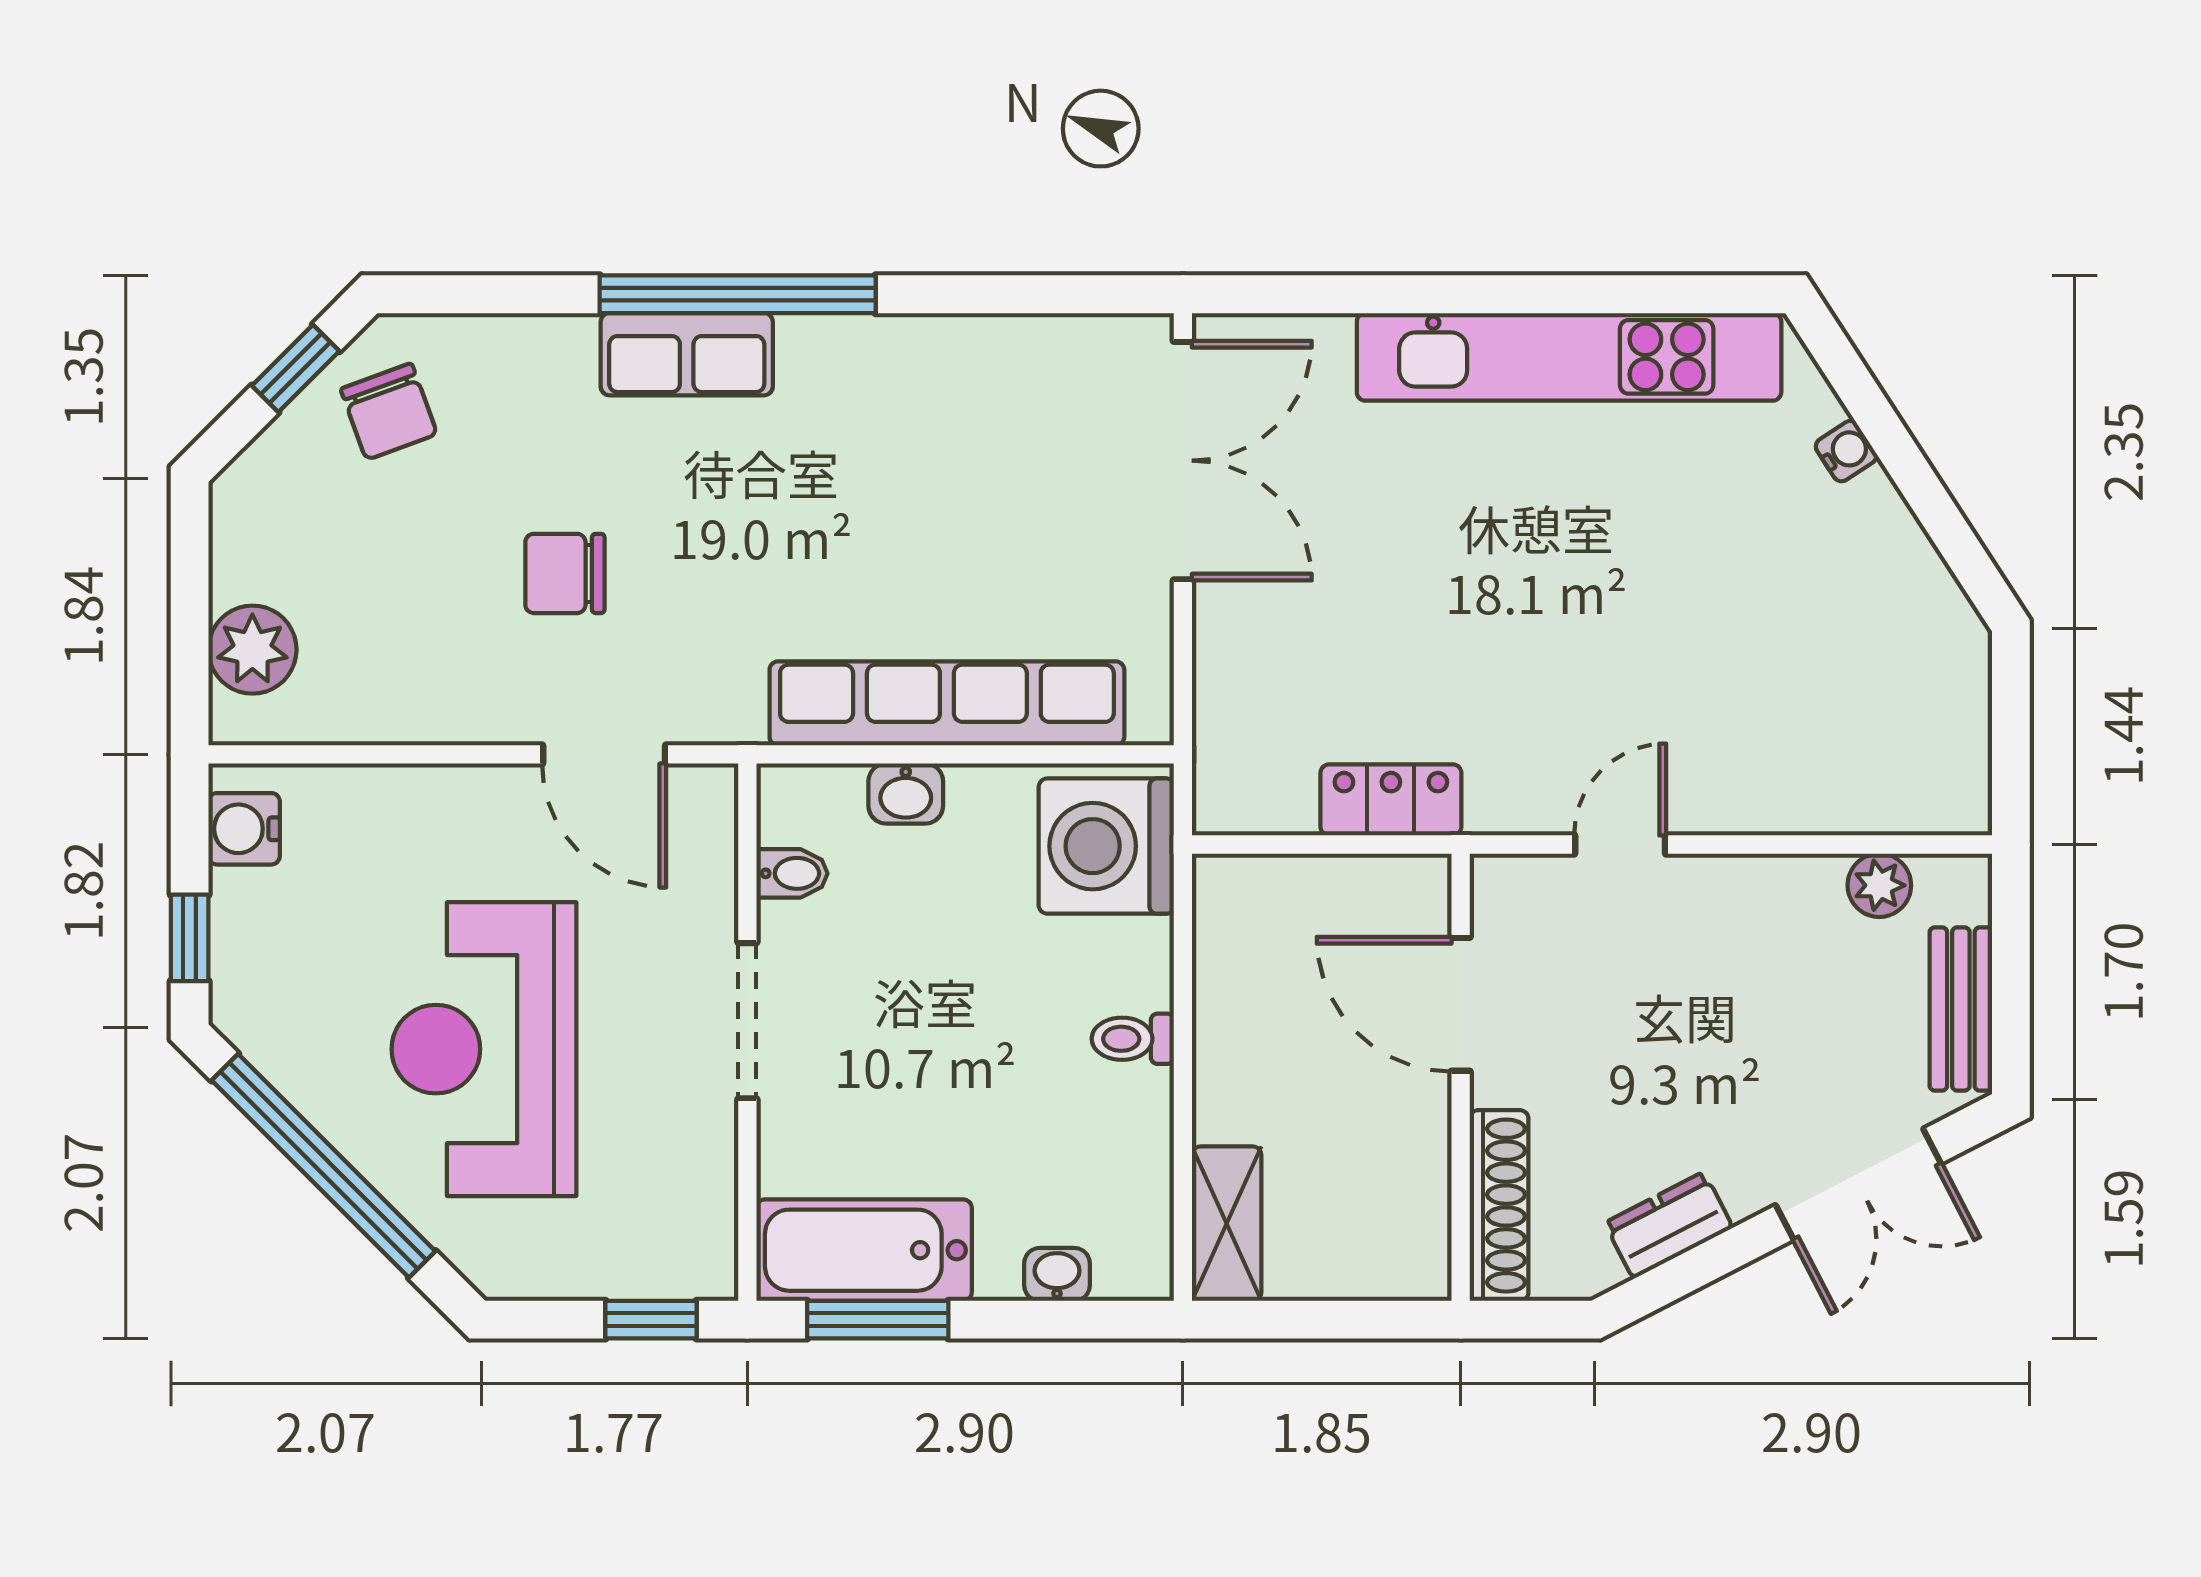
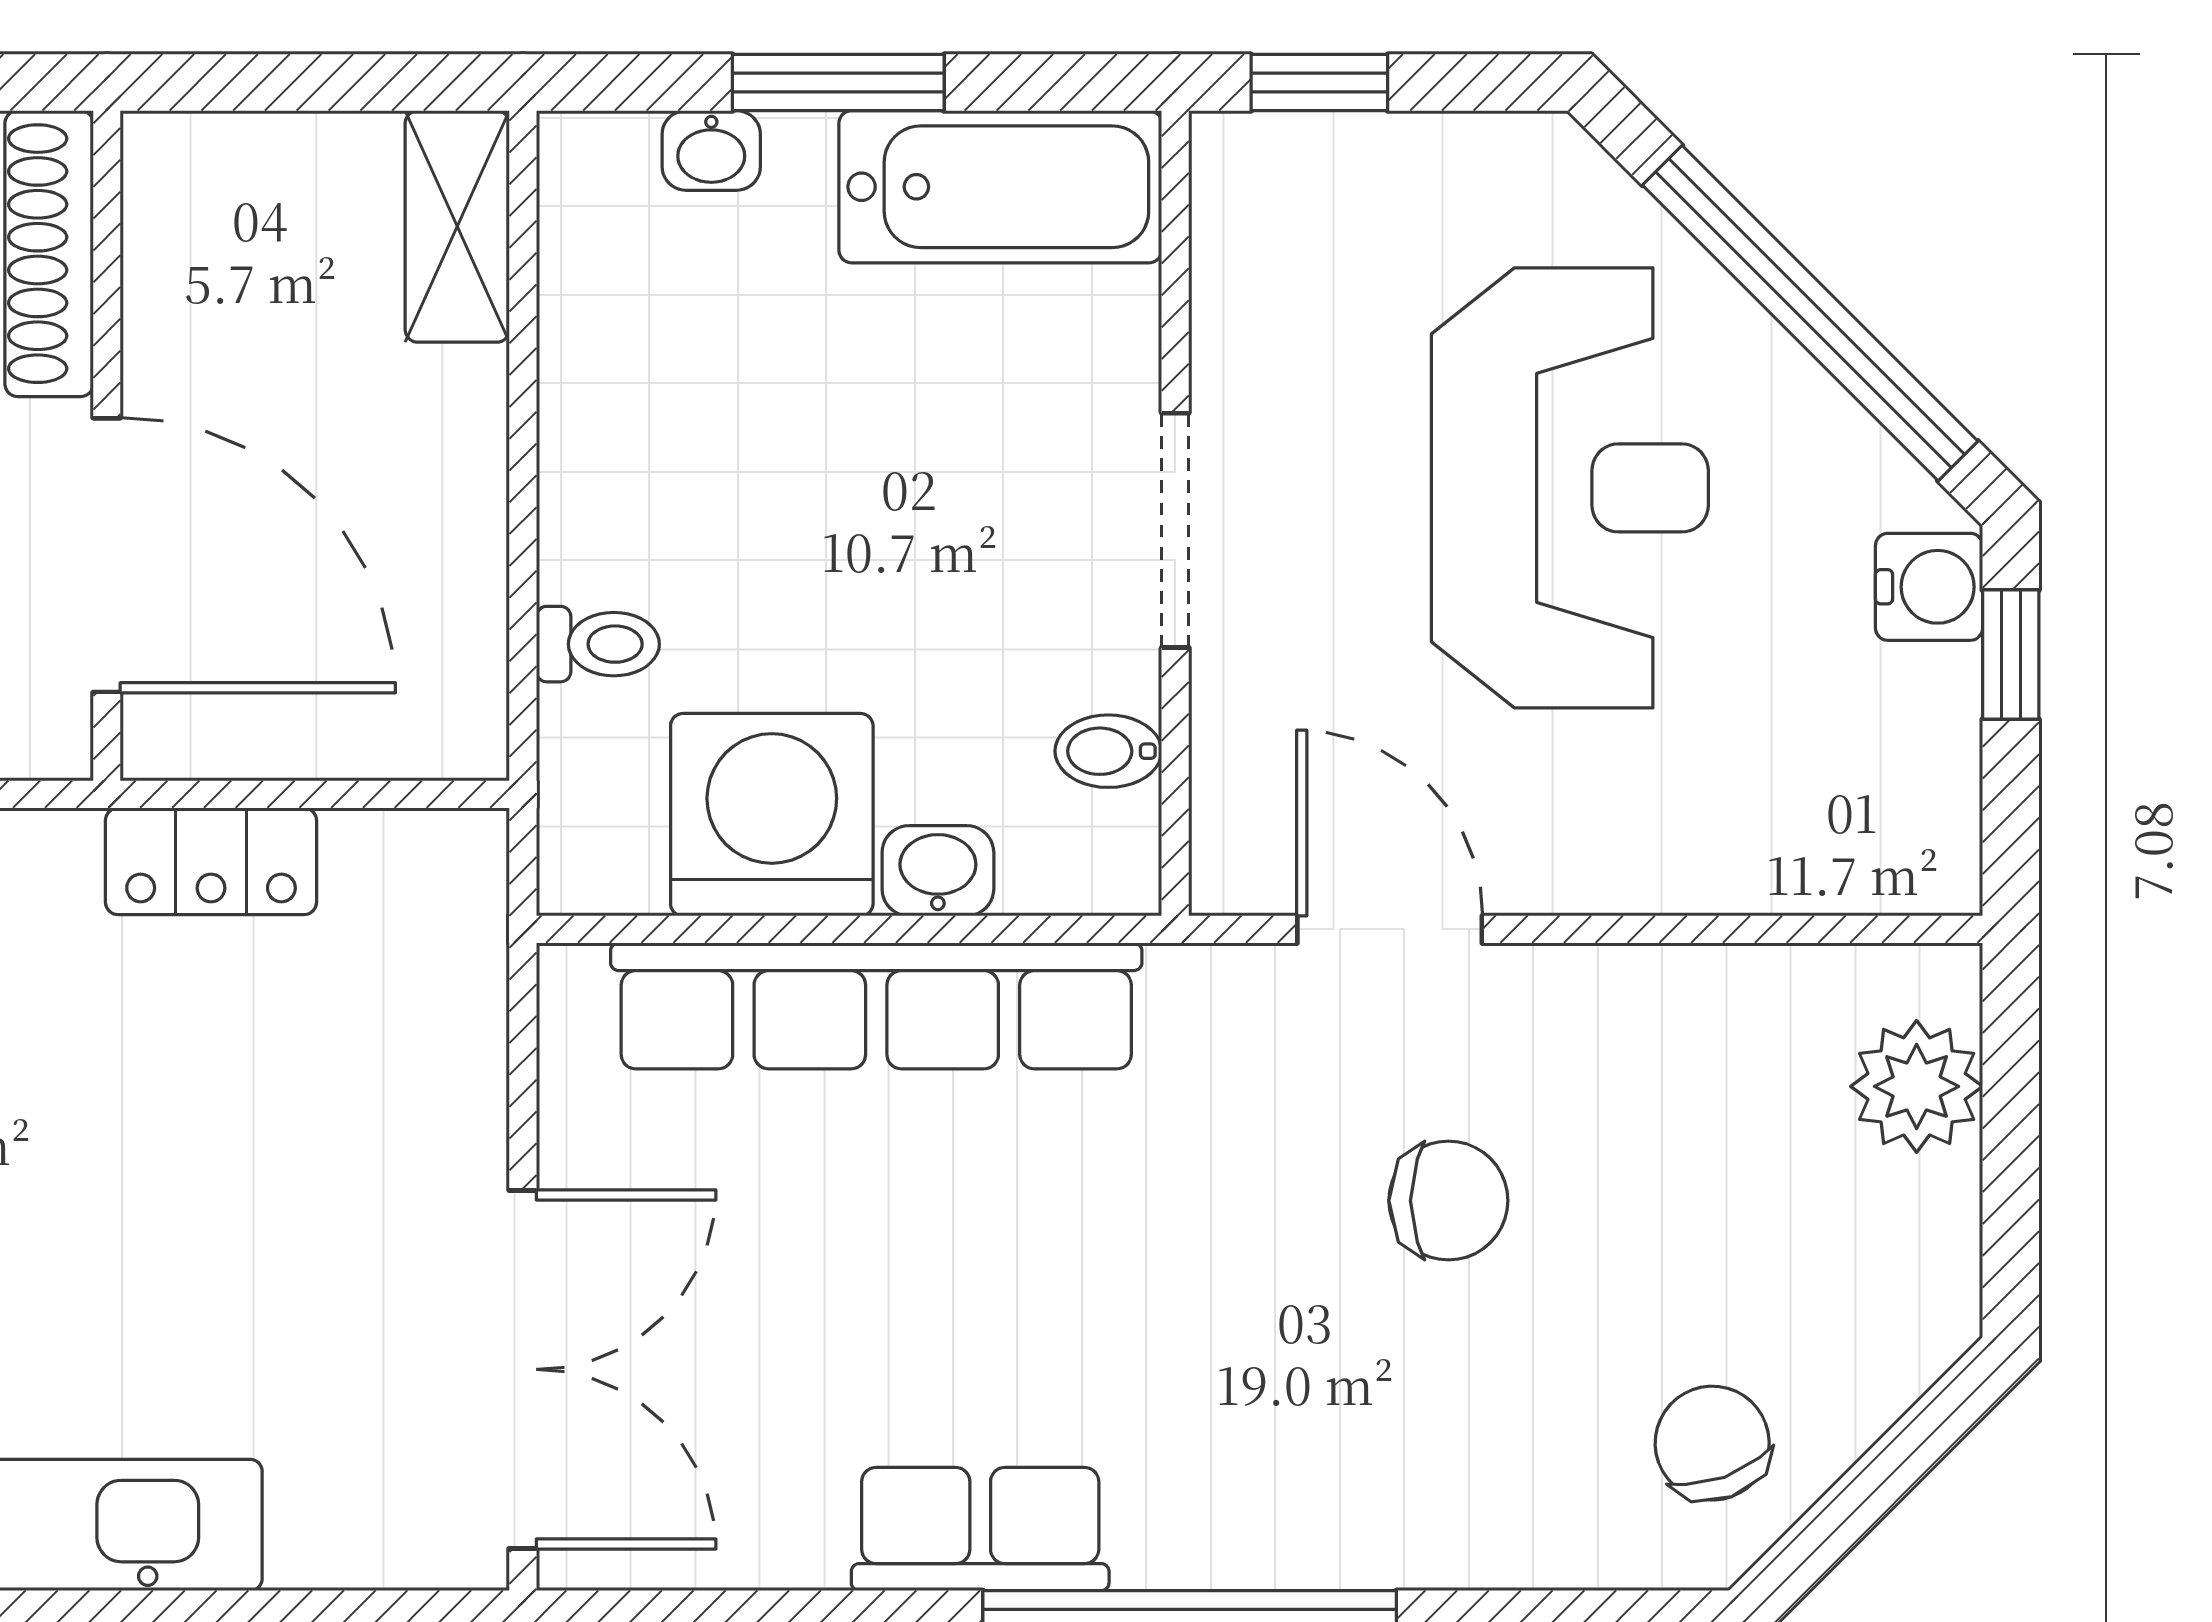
row of seats: (687, 354) -> (980, 1529), moved
window: (296, 368) -> (1852, 1508), removed
double door: (1183, 461) -> (523, 1369), swing flipped
water cooler: (244, 829) -> (1929, 587), moved
washing machine: (1106, 846) -> (772, 815), moved, turned -90
door: (1461, 1004) -> (107, 555), width x1.36
toilet: (1133, 1039) -> (598, 644), moved
window: (878, 1320) -> (838, 83), moved

